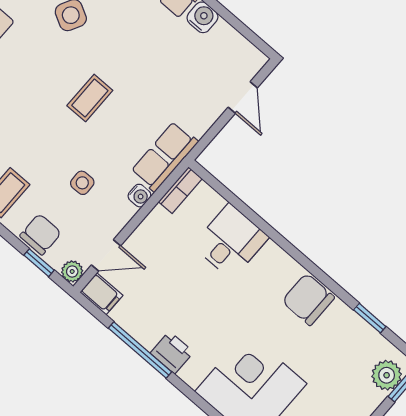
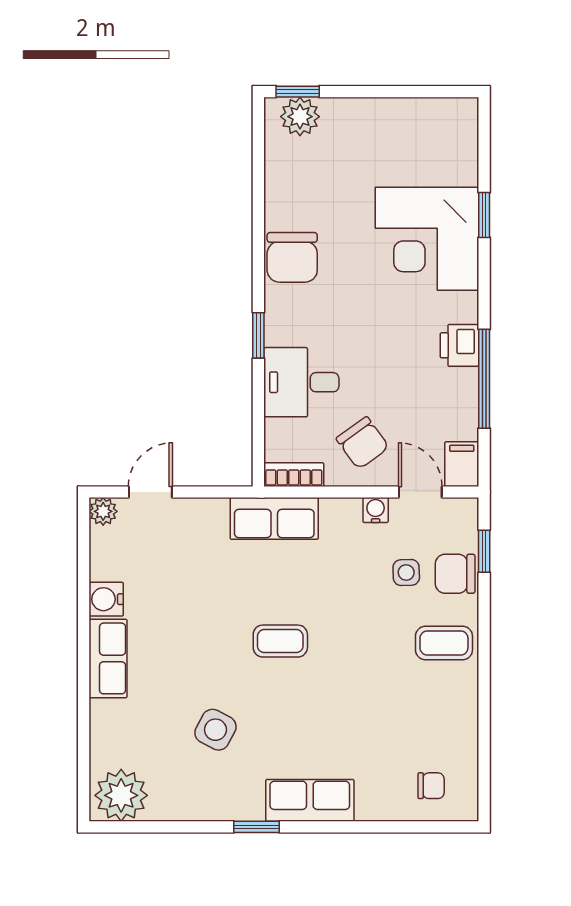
side table: (82, 183) -> (406, 573), moved
water cooler: (139, 196) -> (376, 510), moved
chair: (164, 246) -> (363, 443), added
plant: (72, 271) -> (103, 511), moved
window: (370, 318) -> (258, 335), moved

